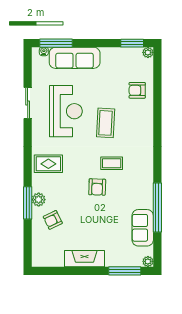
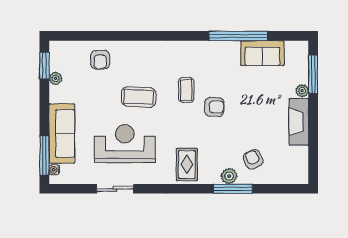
plant: (148, 52) -> (56, 78), moved
armchair: (53, 220) -> (253, 159), turned 180
plant: (148, 261) -> (302, 91), moved

